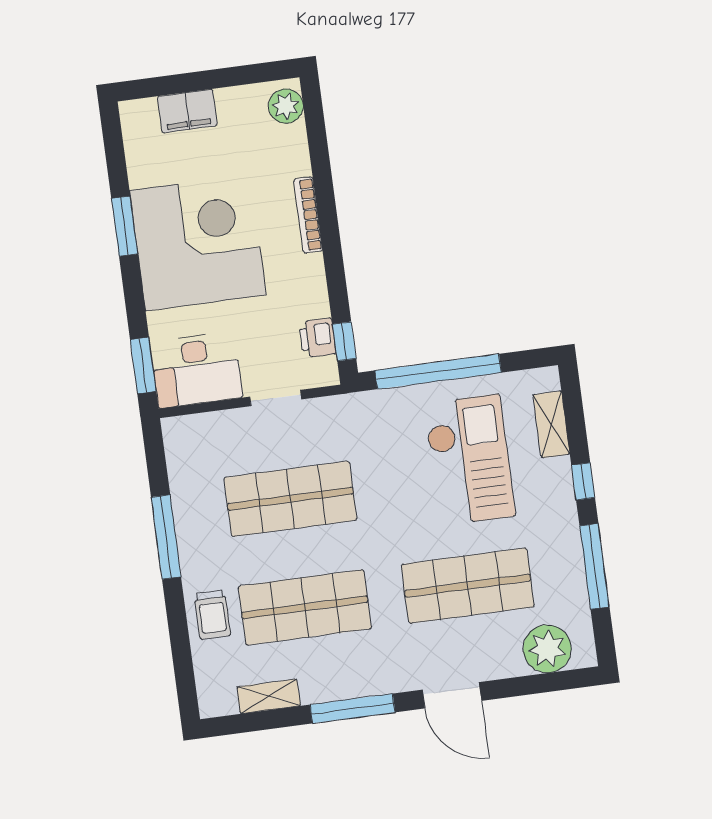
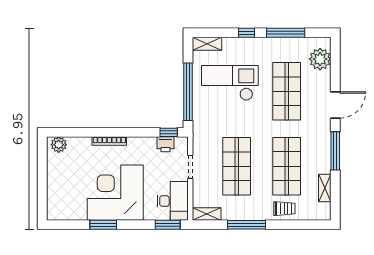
filing cabinet: (187, 111) -> (55, 190), removed
shelving: (551, 424) -> (207, 44), moved
shelving: (178, 447) -> (207, 214), added

